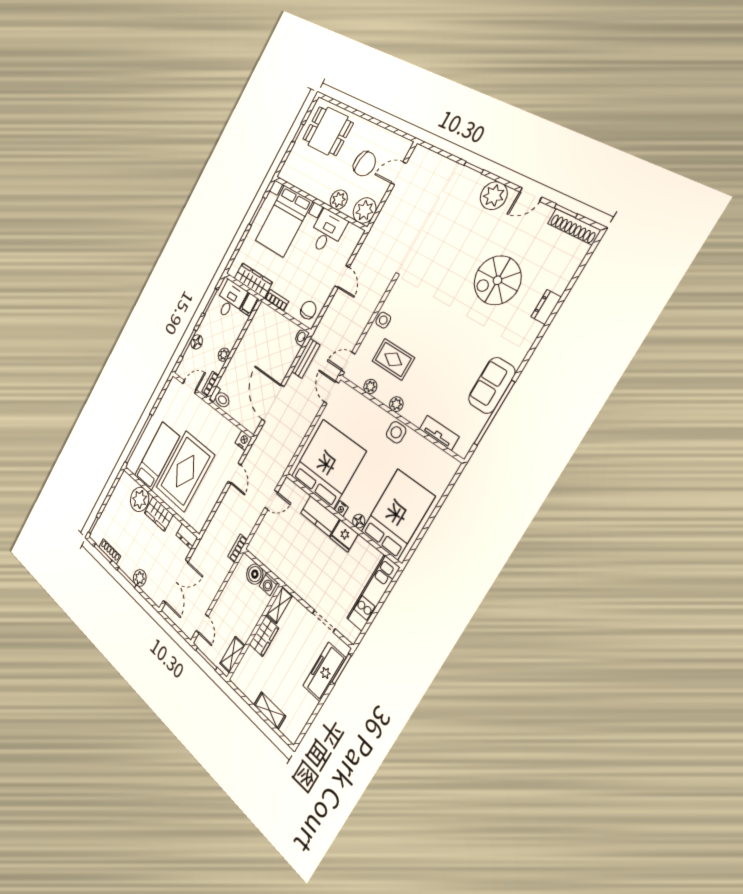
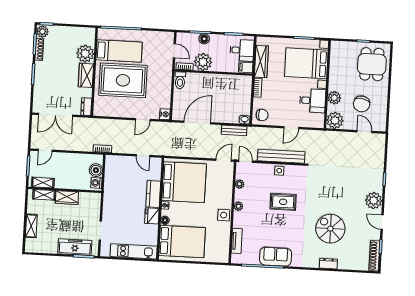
bench: (368, 308) -> (281, 156), added
plant: (224, 355) -> (203, 62), width x1.87, depth x1.87
rug: (393, 359) -> (283, 202), moved, turned 90
plant: (140, 578) -> (42, 32), moved
shelving: (279, 605) -> (44, 195), moved

